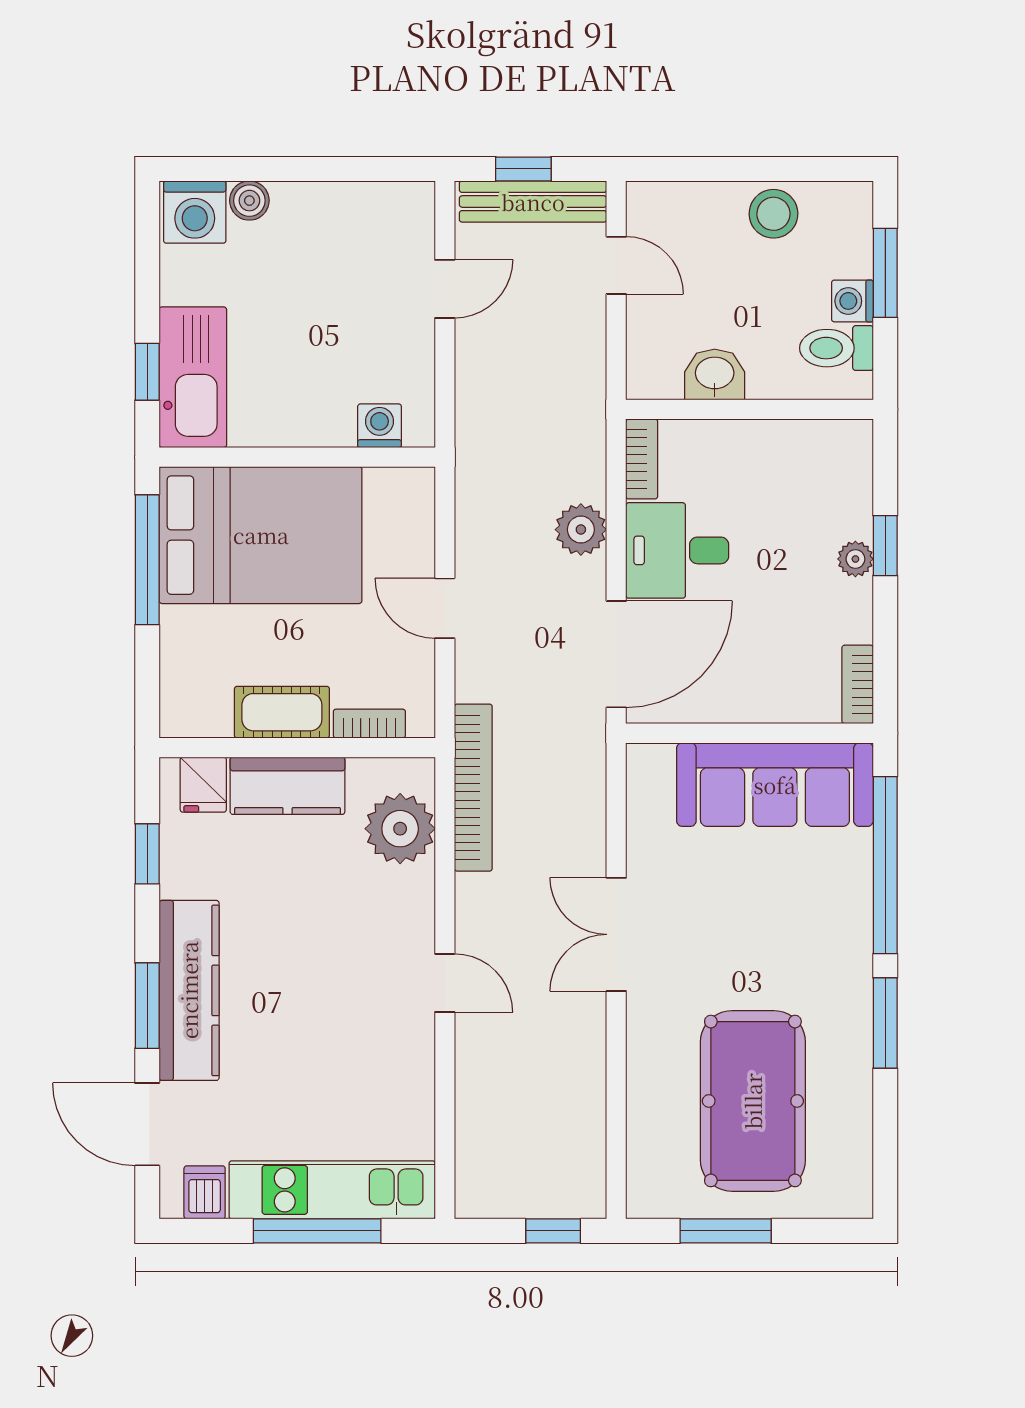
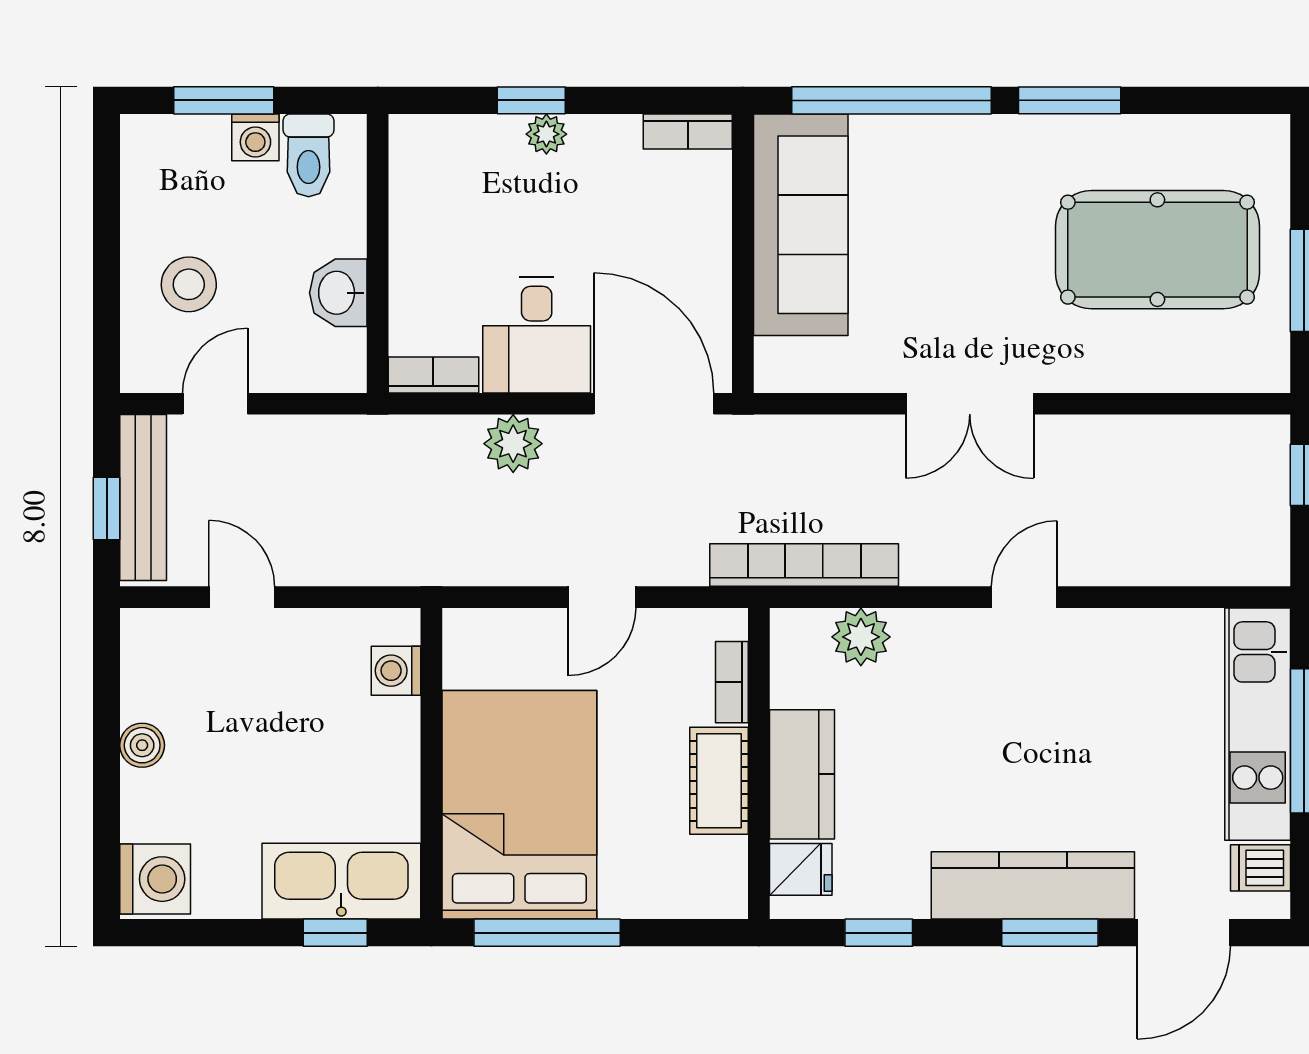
boiler: (249, 201) -> (142, 745), moved
stool: (773, 214) -> (189, 284), moved
plant: (400, 829) -> (861, 637), width x0.73, depth x0.73

